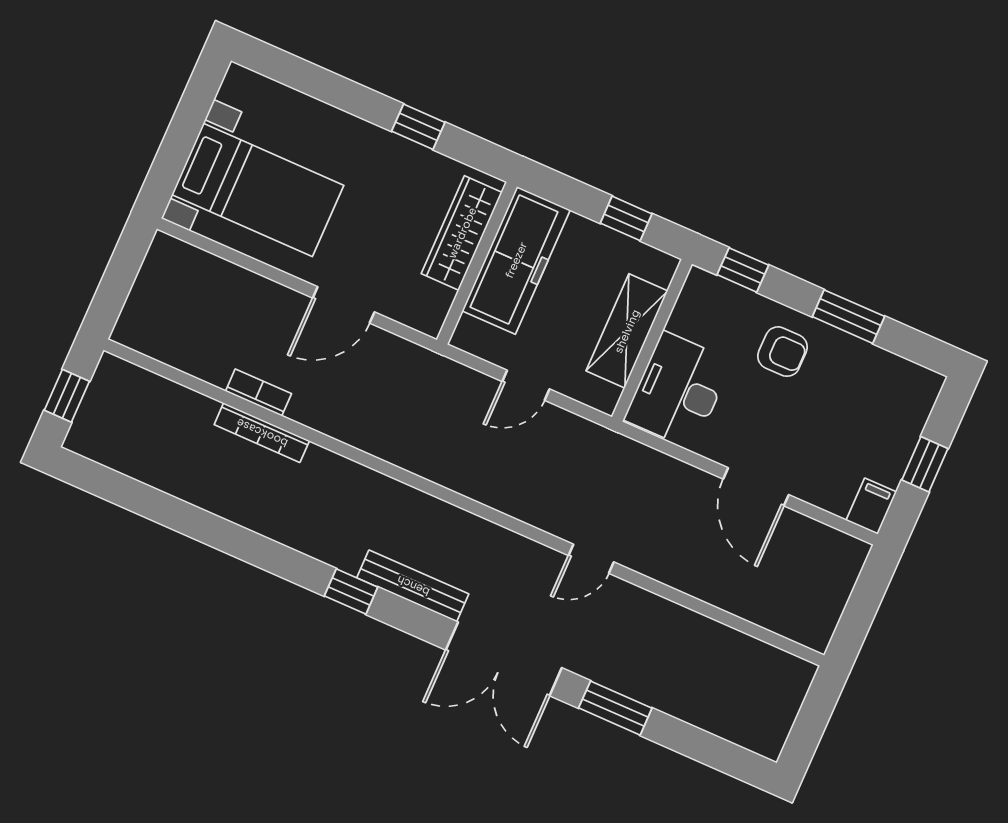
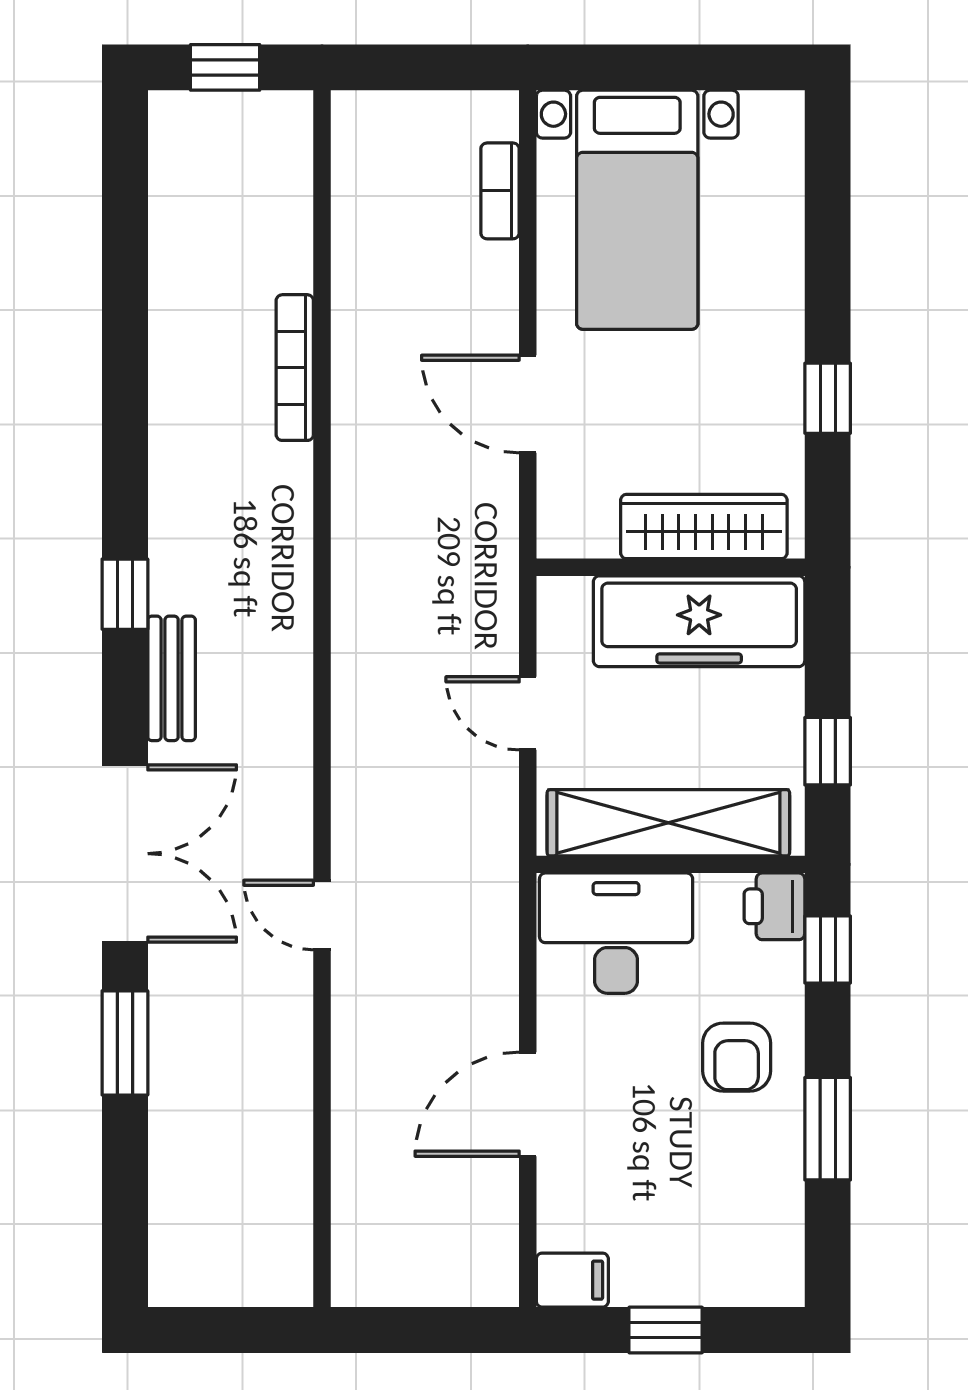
printer: (704, 290) -> (774, 906), added
shelving: (627, 331) -> (668, 823), width x1.47
bookcase: (258, 392) -> (500, 191), moved, turned 180
bench: (413, 586) -> (172, 678), width x0.73
double door: (504, 659) -> (125, 854), swing flipped

